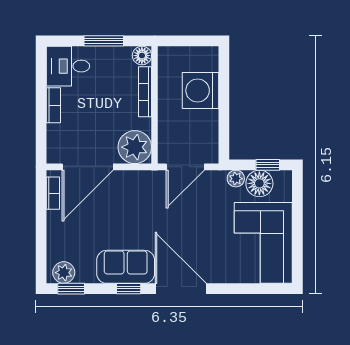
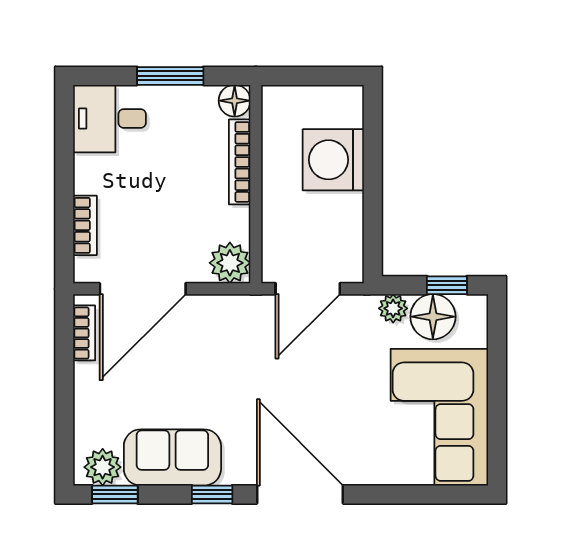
bookcase: (53, 105) -> (85, 225), moved
plant: (135, 147) -> (230, 263), width x0.73, depth x0.73
sofa: (126, 267) -> (172, 457), moved

